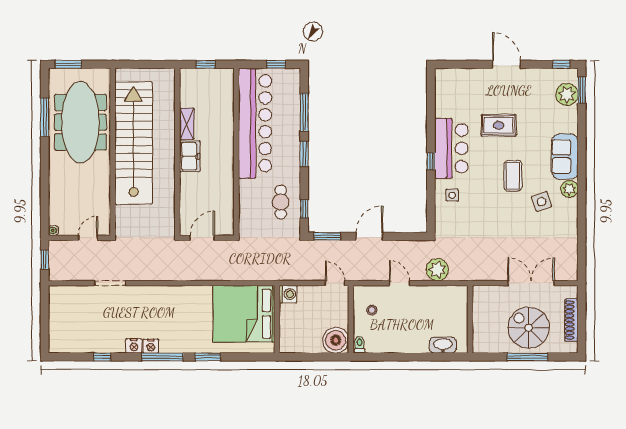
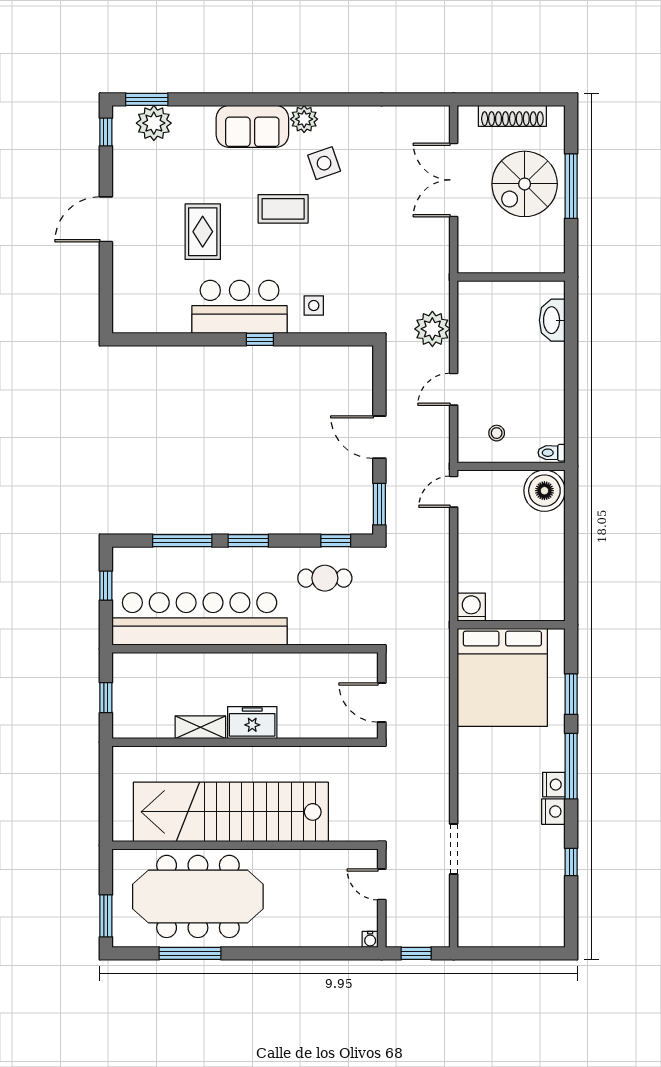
washing machine: (288, 294) -> (471, 607), moved
bed: (244, 314) -> (502, 677), moved
wall: (277, 319) -> (511, 625), moved

